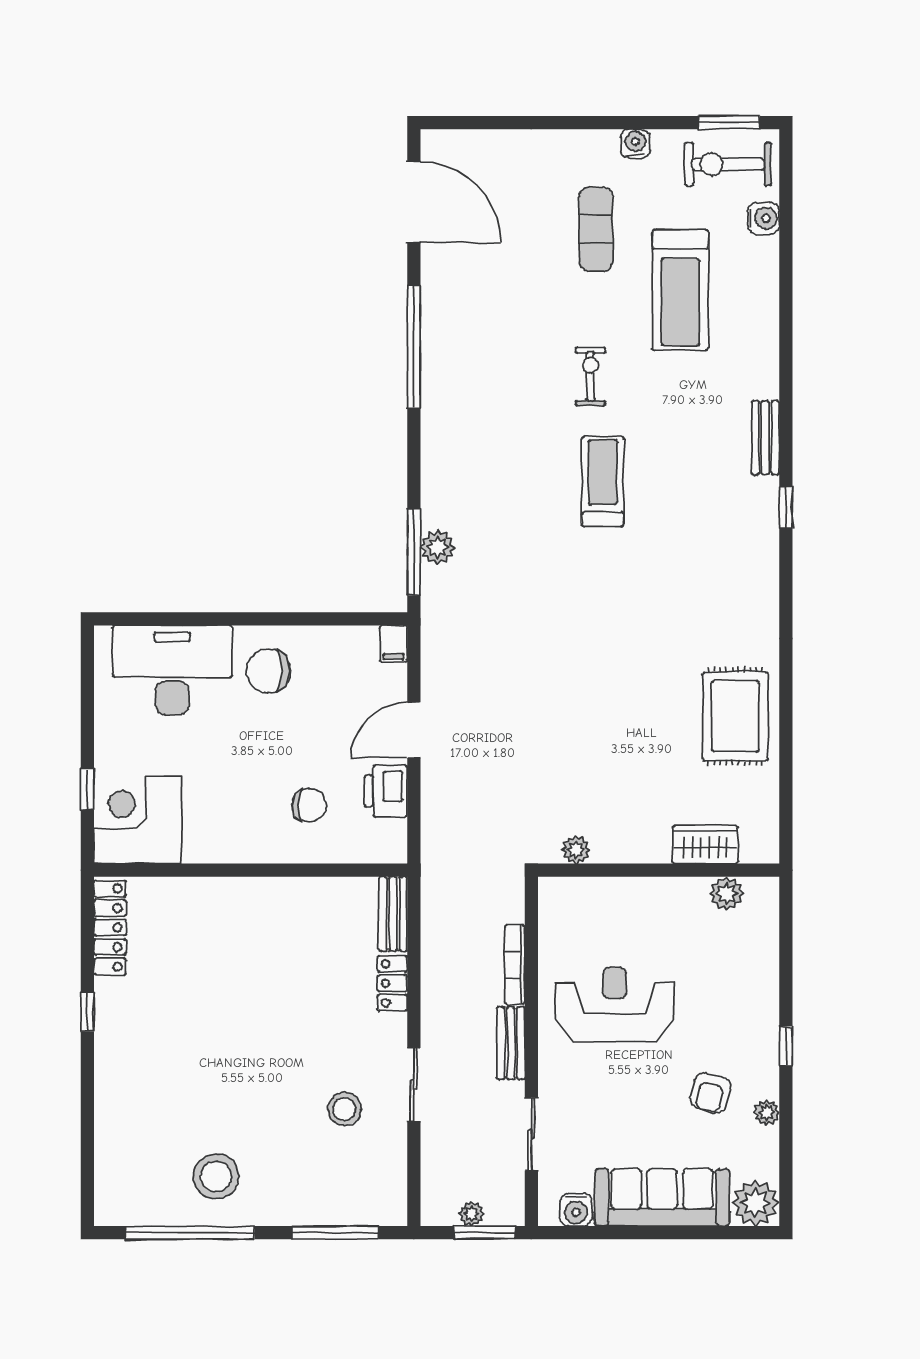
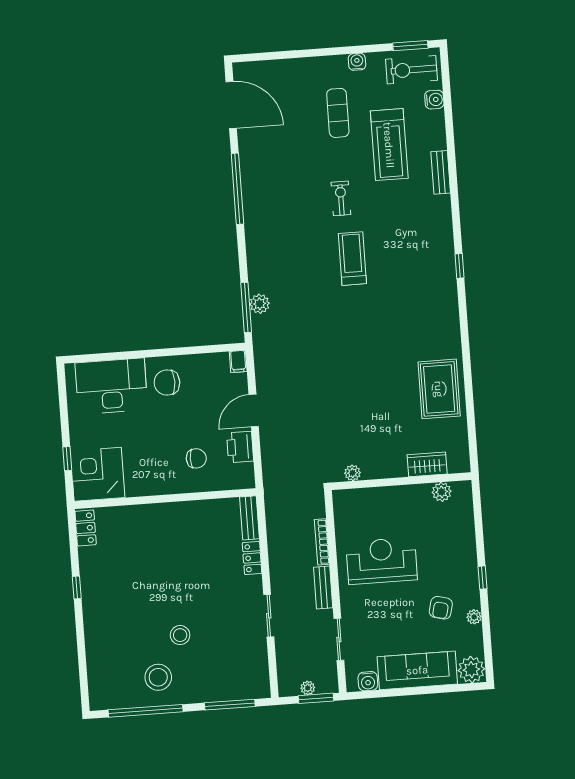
bench: (765, 438) -> (441, 172), moved
locker: (110, 928) -> (86, 528), width x0.66
stool: (344, 1109) -> (180, 635), moved

